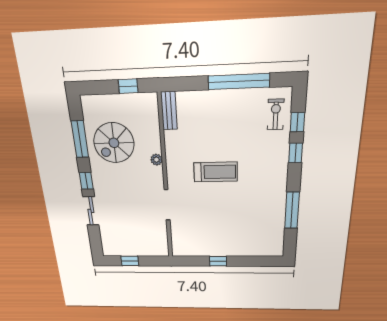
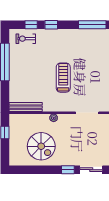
bench: (169, 111) -> (26, 107), width x1.36
window: (80, 139) -> (38, 170), removed

